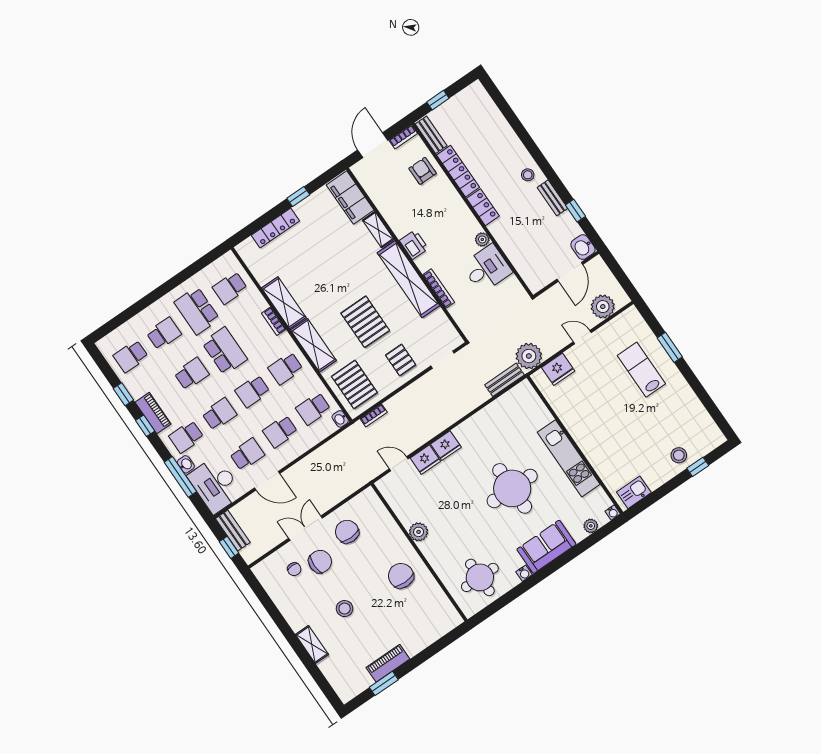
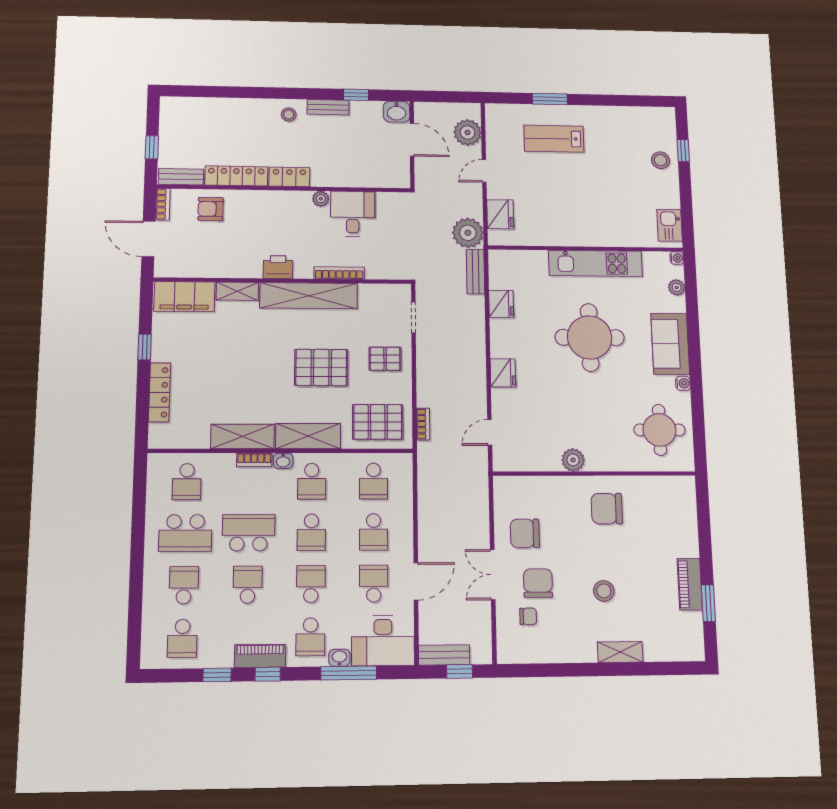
washbasin: (340, 419) -> (283, 461), moved
fridge: (425, 460) -> (501, 304), moved

